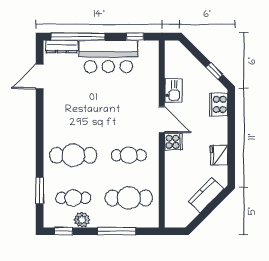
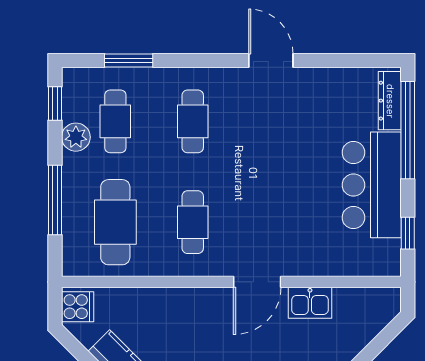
door: (40, 76) -> (271, 60), moved
cooker: (173, 142) -> (78, 307), moved, turned -90
cafe table: (73, 155) -> (193, 121), width x0.73, depth x0.74

